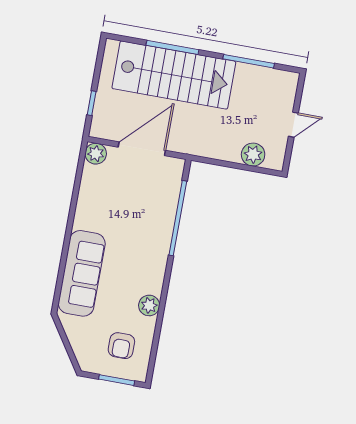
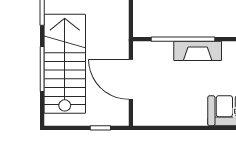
plant: (96, 154) -> (142, 117), removed
fireplace: (161, 233) -> (198, 51), added

